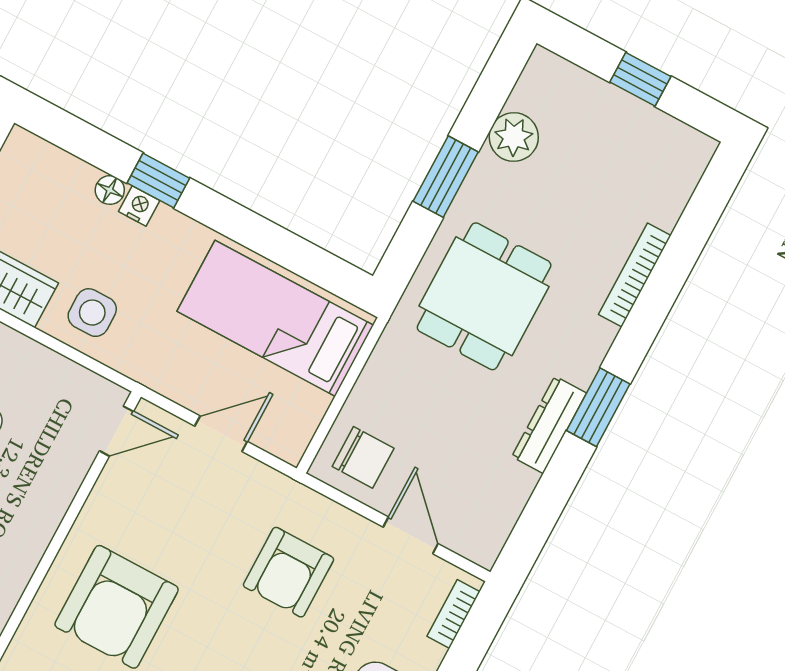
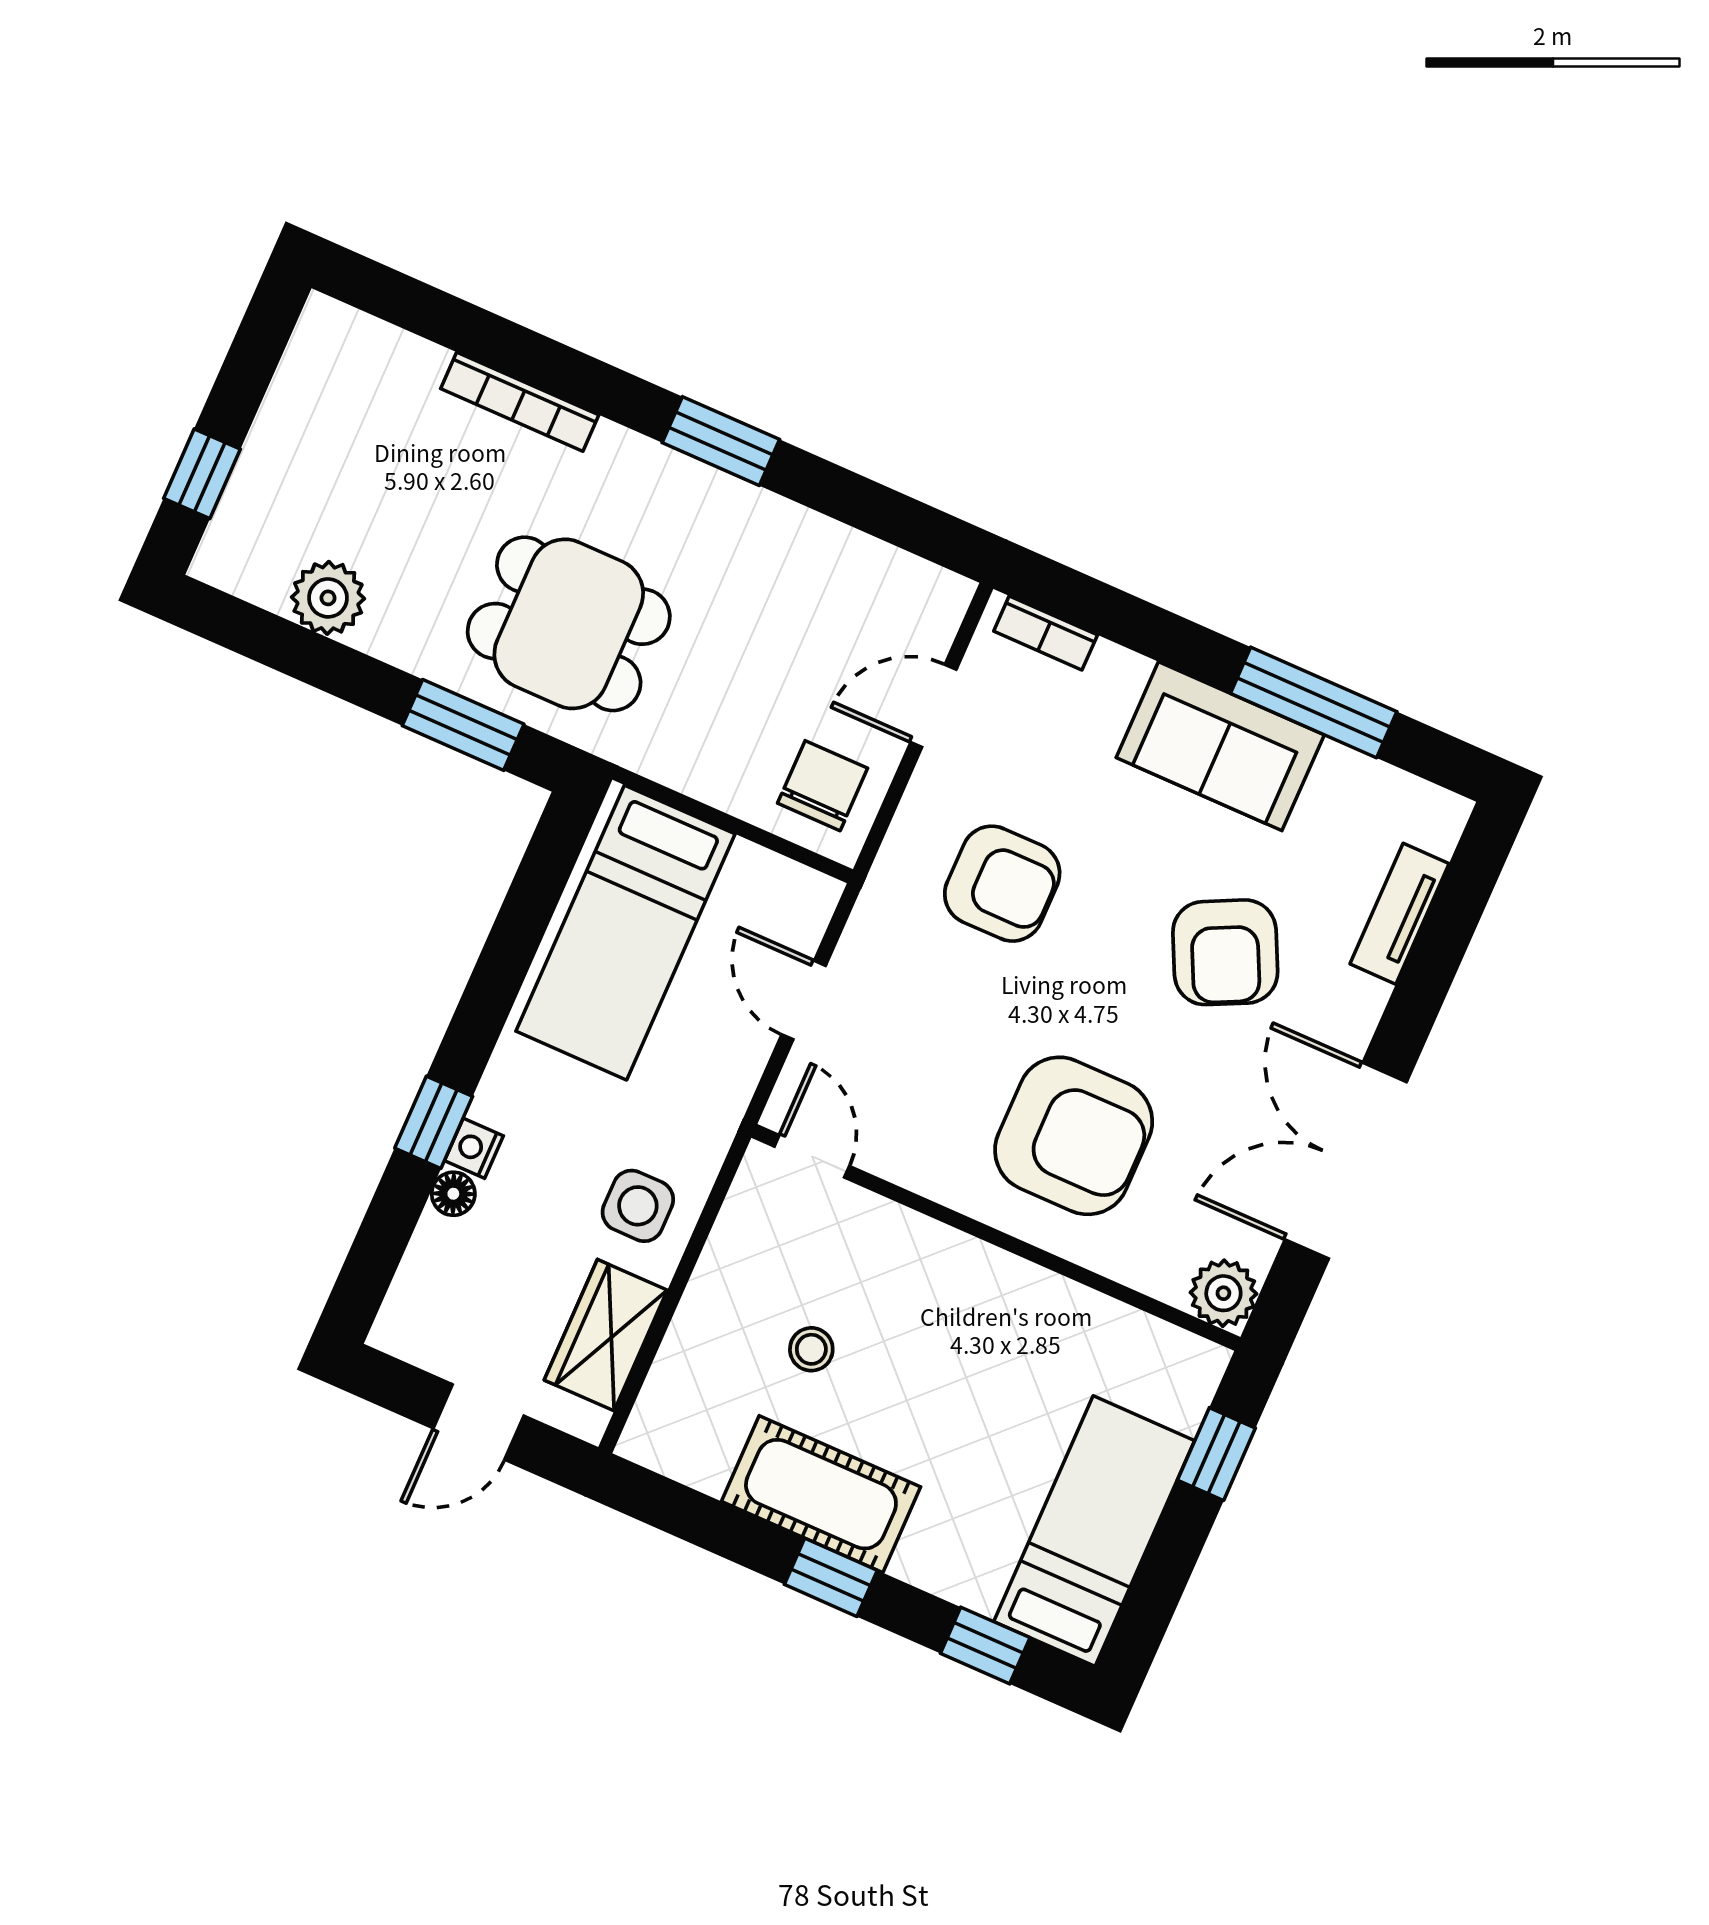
window: (640, 79) -> (202, 474), moved
window: (446, 177) -> (463, 725), moved
dresser: (549, 425) -> (753, 512), removed

